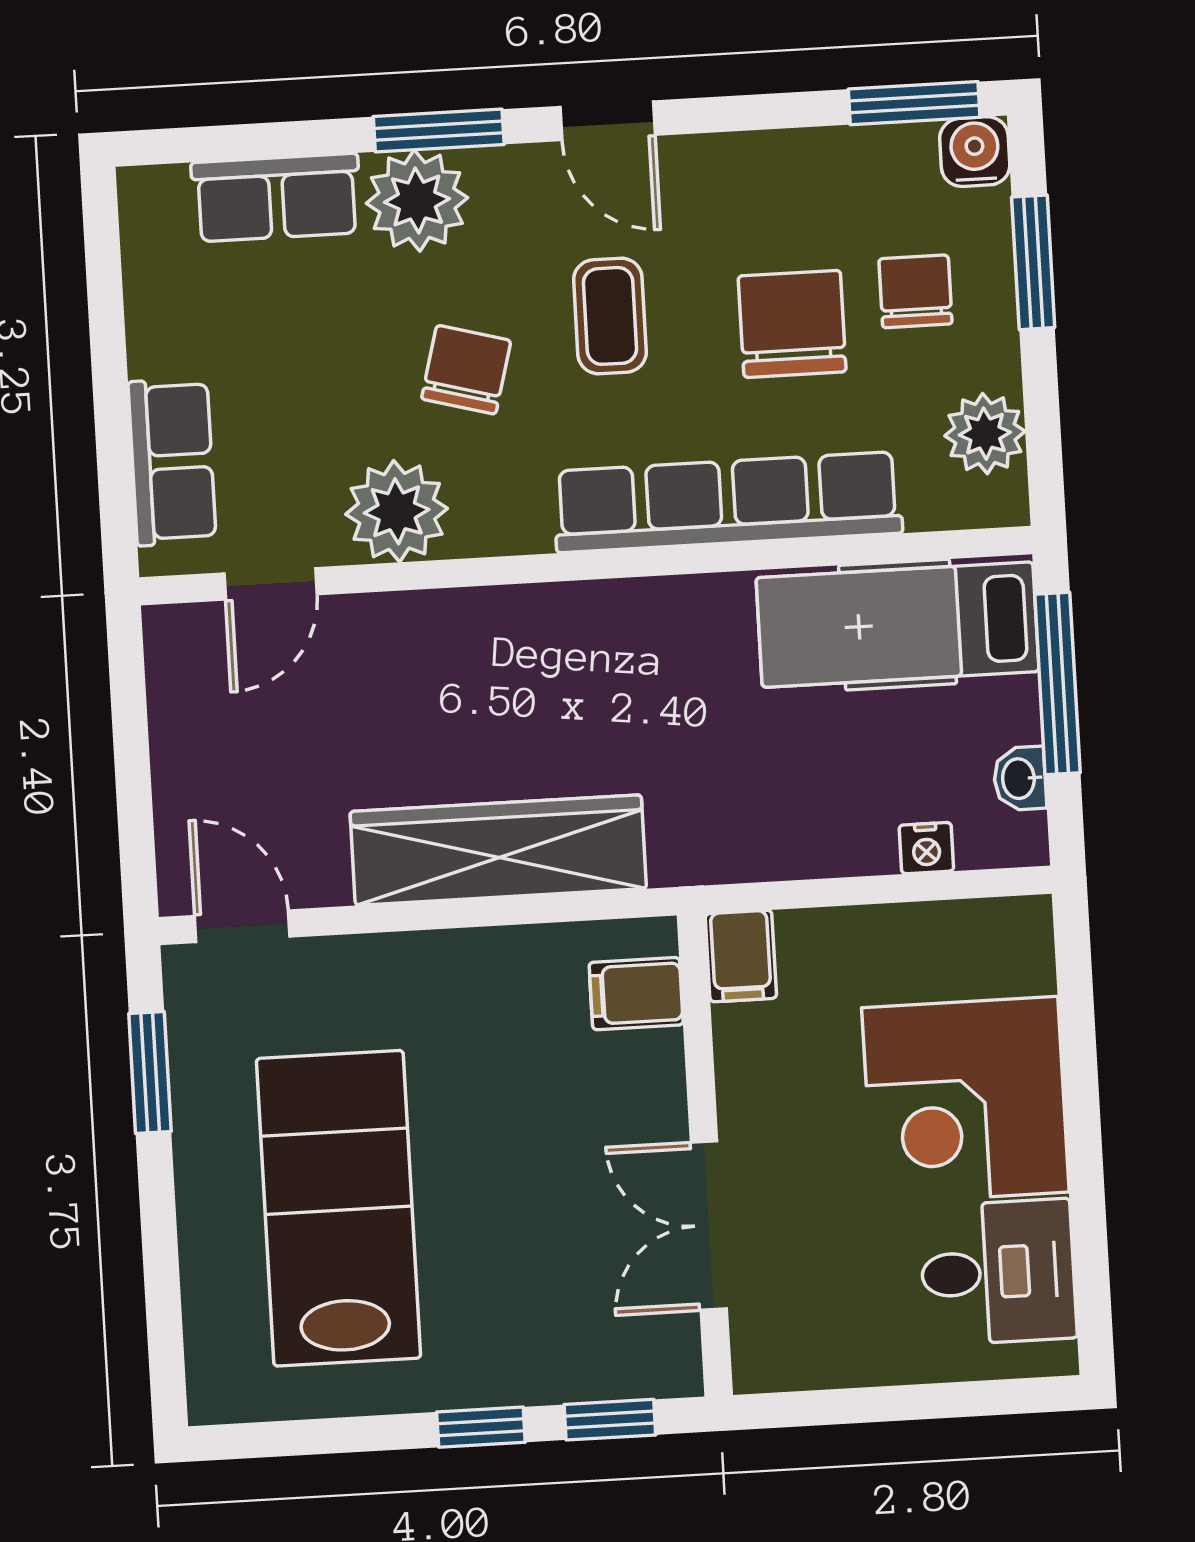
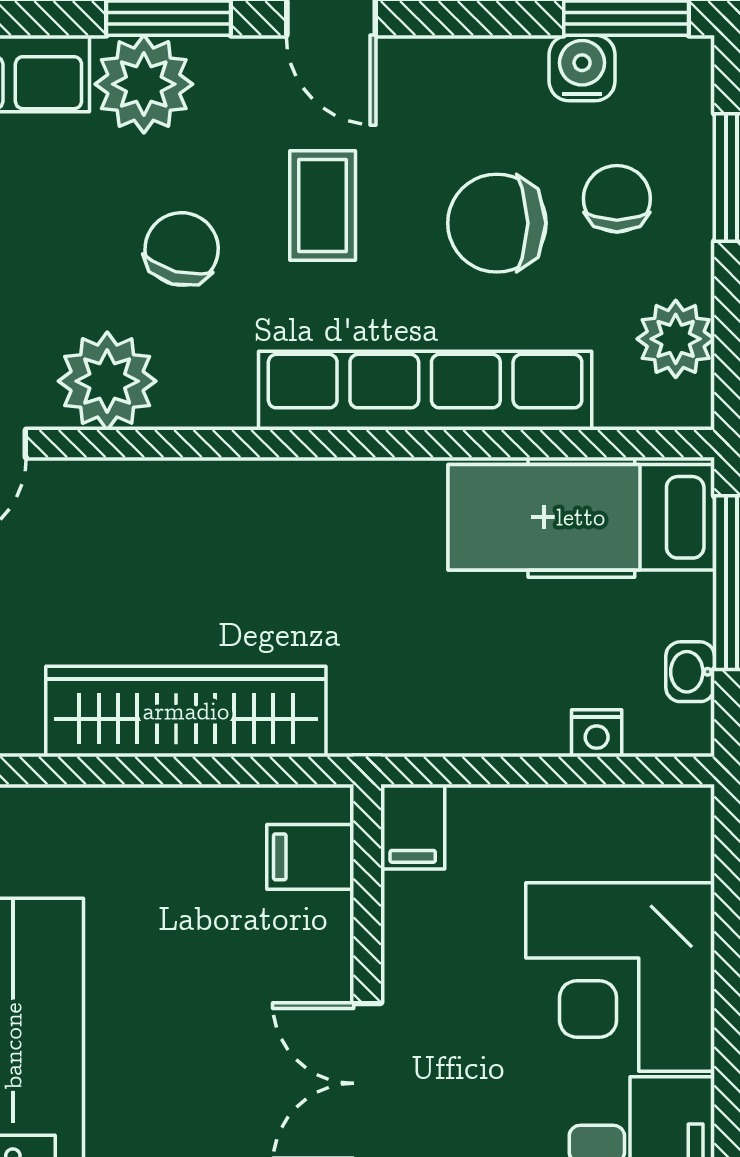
water cooler: (975, 152) -> (582, 68), moved
chair: (792, 324) -> (497, 223), turned -90

